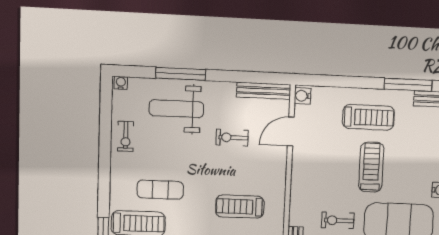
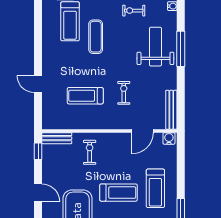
door: (291, 132) -> (142, 131), swing flipped
exercise bike: (232, 138) -> (124, 93), moved
treadmill: (240, 207) -> (85, 96), turned -90
exercise bike: (338, 220) -> (90, 152), moved

